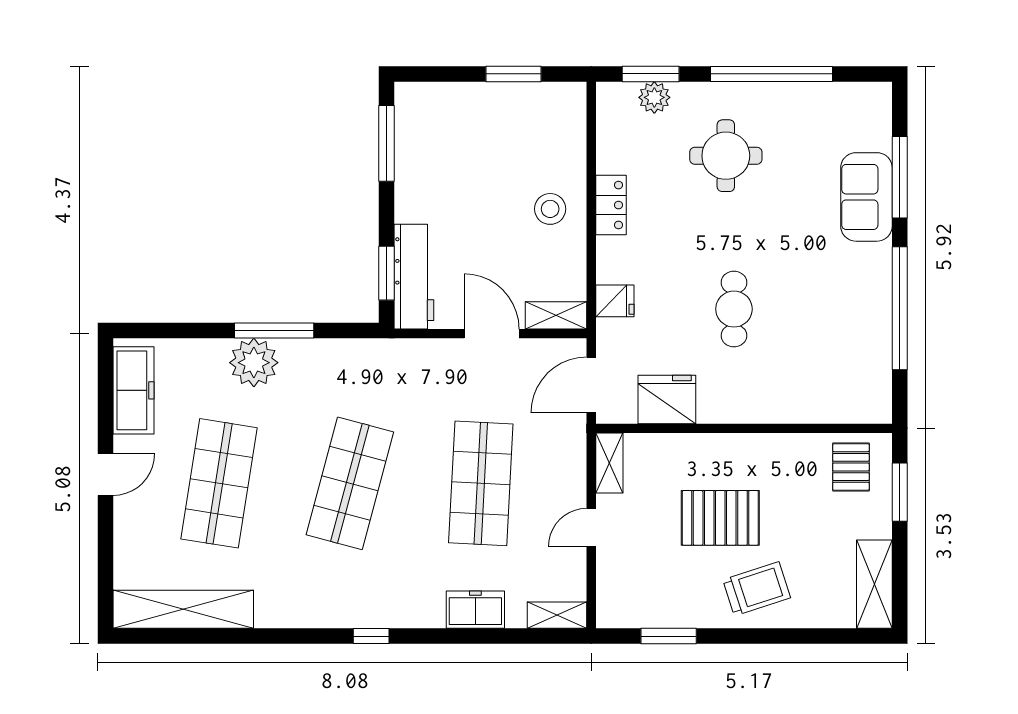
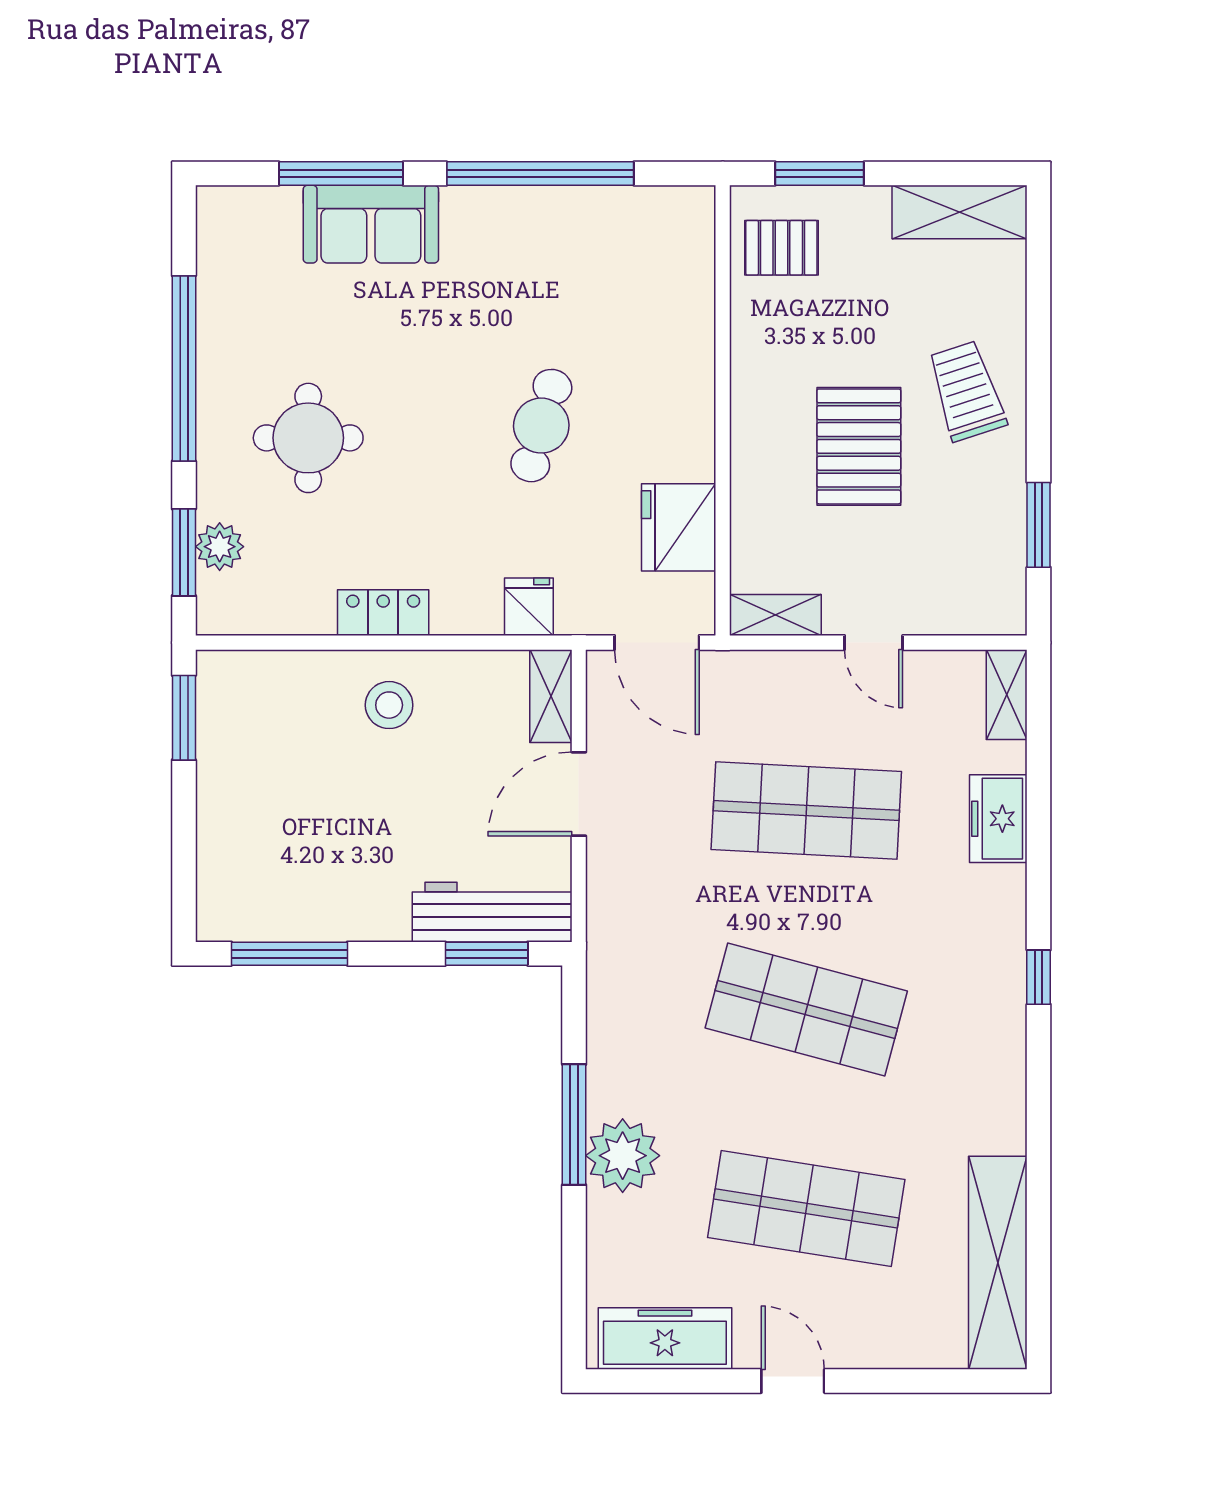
window: (514, 74) -> (184, 718), moved
cafe table: (734, 309) -> (541, 426), turned -74

